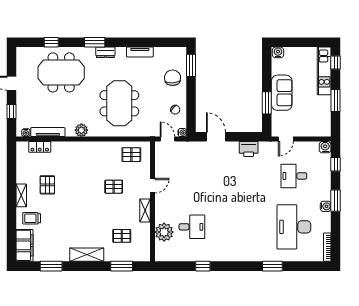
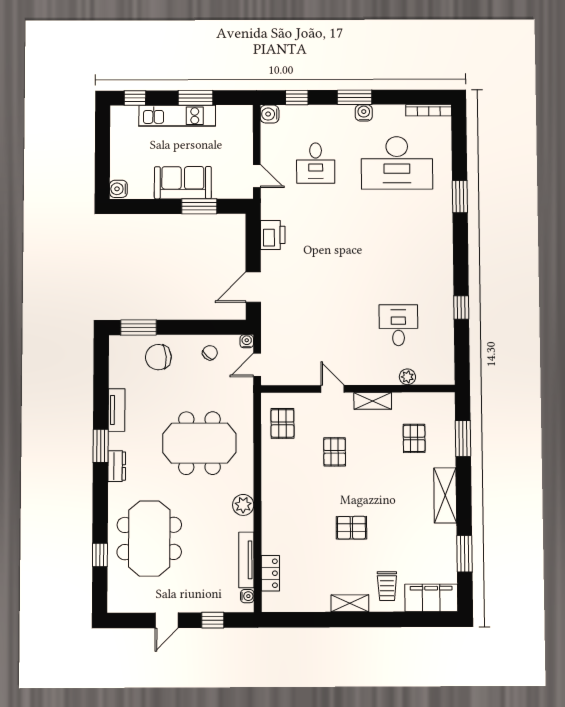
window: (95, 42) -> (101, 446), moved
kitchen unit: (324, 71) -> (177, 116), moved
pallet: (47, 185) -> (351, 528), moved
plant: (164, 232) -> (407, 377), width x0.53, depth x0.53

